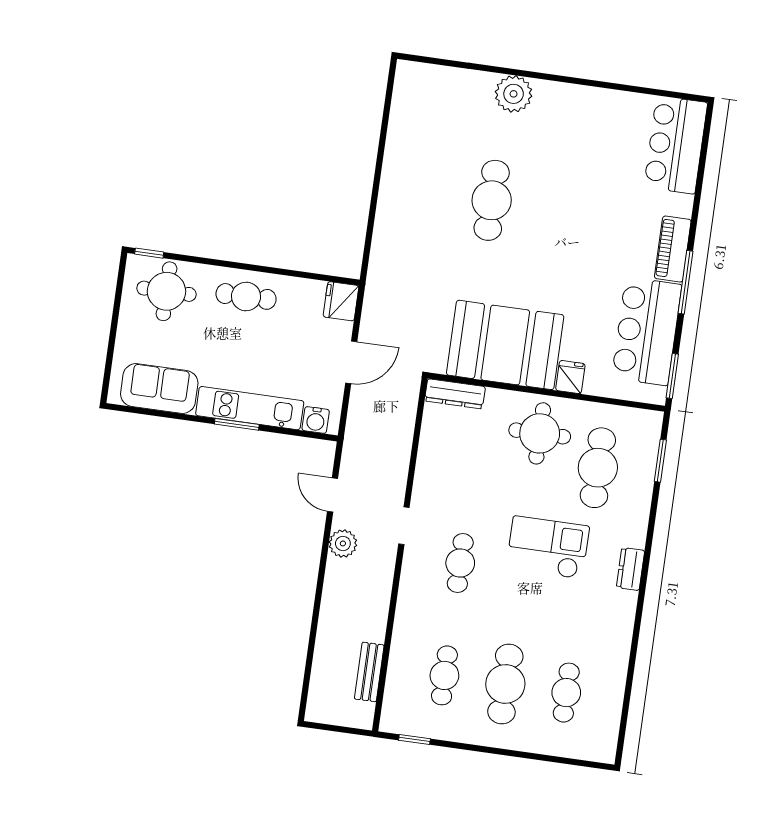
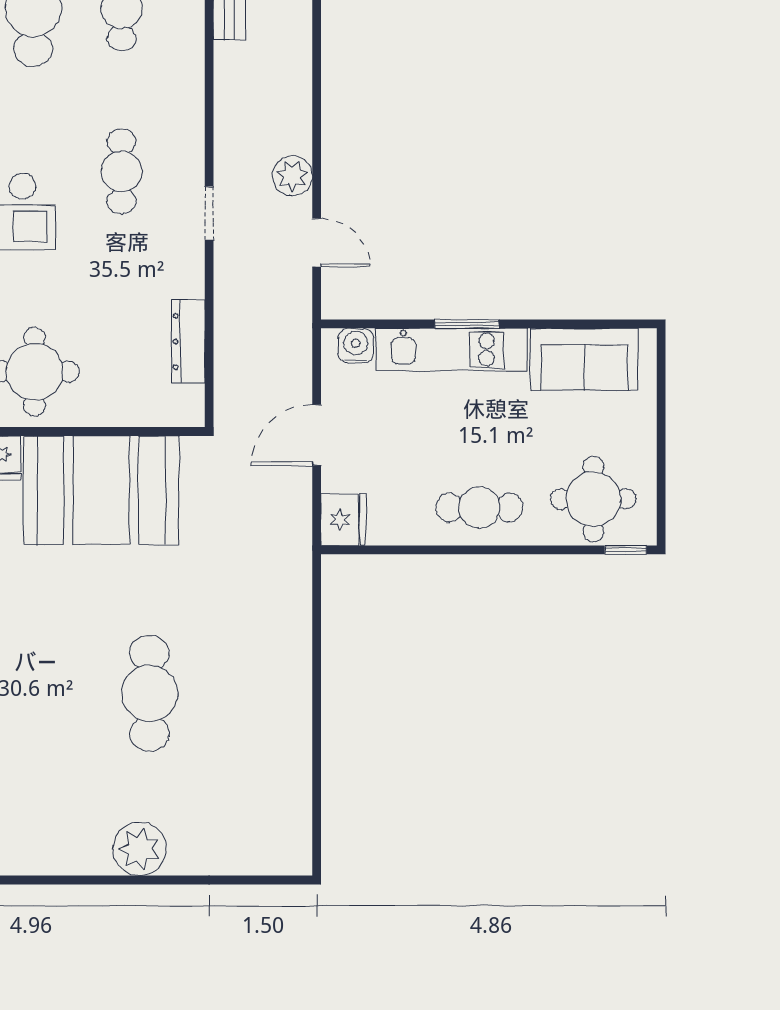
dresser: (455, 394) -> (188, 341), moved, turned -90

